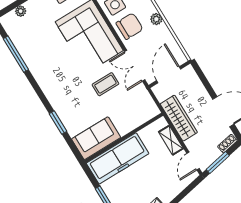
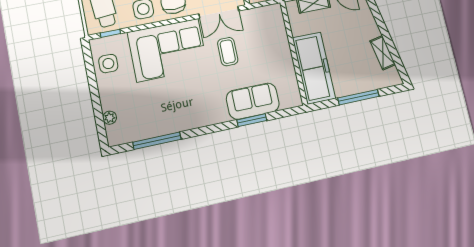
sofa: (96, 138) -> (253, 101), moved, turned 90

